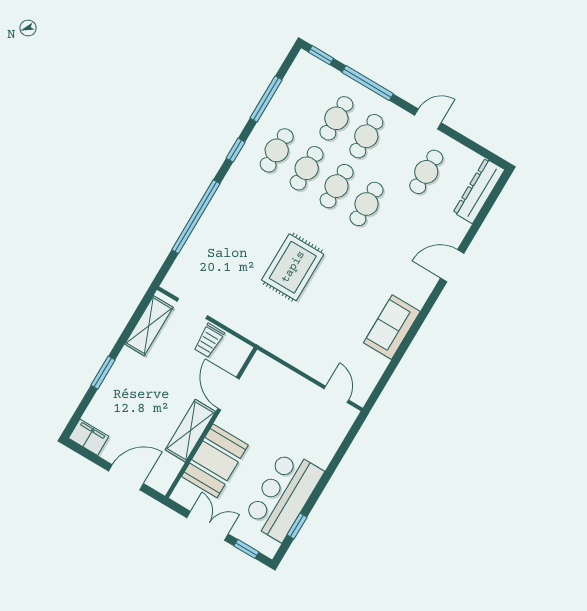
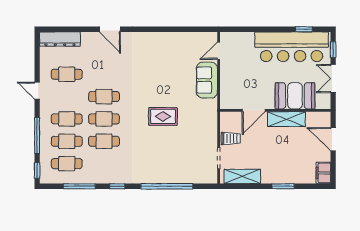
cafe table: (277, 150) -> (67, 164), moved
rug: (293, 267) -> (163, 116), width x0.73, depth x0.70
sofa: (392, 327) -> (207, 80), moved, turned 90
bar counter: (283, 495) -> (292, 47), width x1.36

